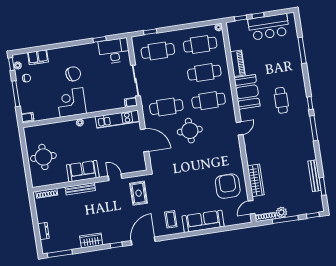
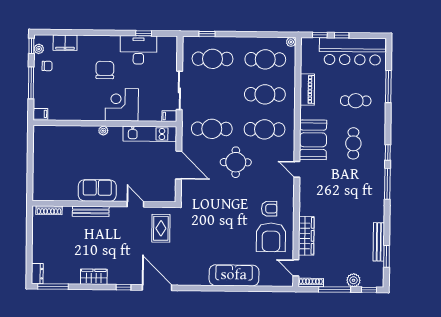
bar counter: (269, 27) -> (352, 51), width x1.36
desk: (114, 51) -> (138, 50), moved
cafe table: (278, 66) -> (356, 101), added
chair: (73, 74) -> (105, 70), turned -77
booth: (247, 92) -> (313, 140), moved
corner desk: (71, 102) -> (122, 105), moved
door: (240, 128) -> (297, 169), swing flipped
round table: (43, 157) -> (52, 165), removed
armchair: (223, 163) -> (269, 209), added
armchair: (228, 186) -> (271, 237), turned 180
door: (252, 207) -> (296, 268), hinge flipped
plant: (281, 212) -> (353, 280), moved
coffee table: (171, 219) -> (195, 267), removed
dresser: (43, 231) -> (37, 274), moved
door: (143, 241) -> (157, 288), hinge flipped

